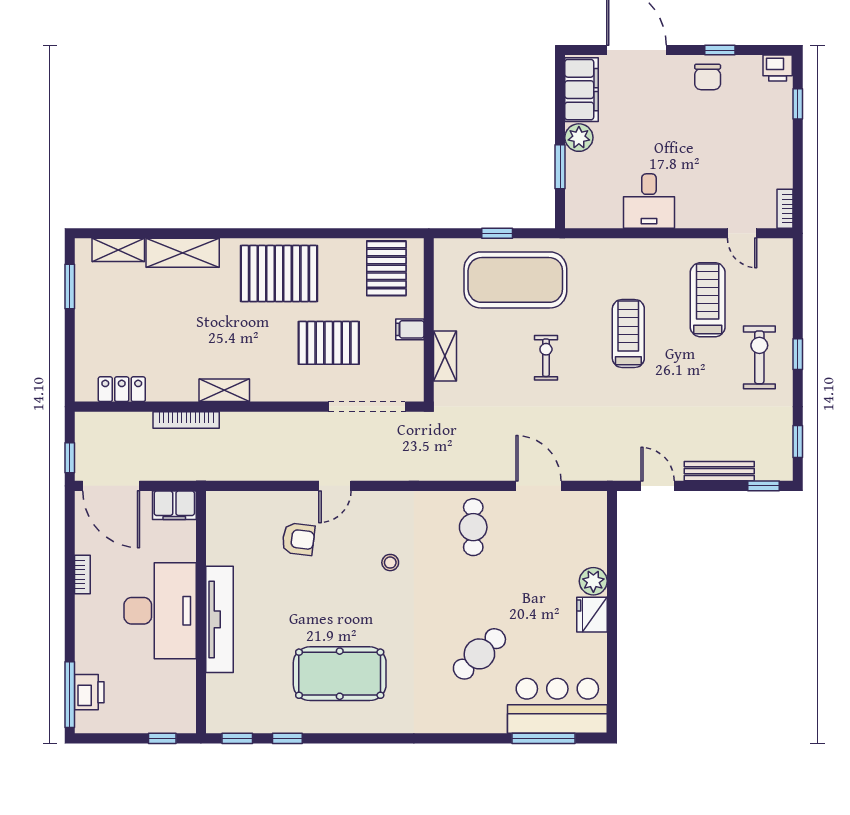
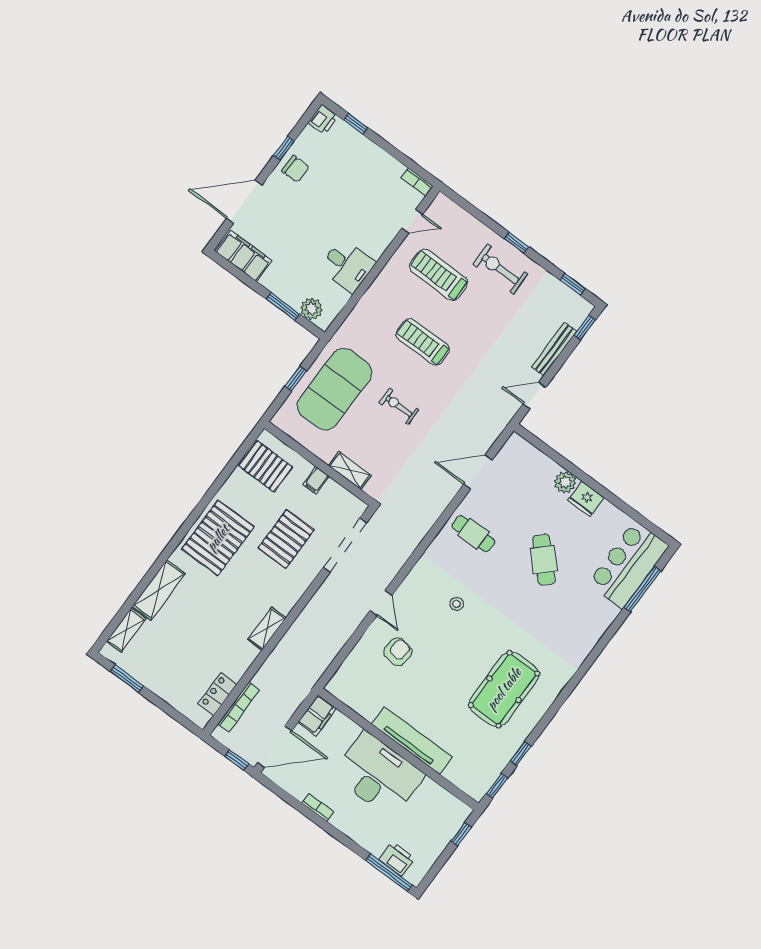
plant: (579, 138) -> (311, 309), moved
bookcase: (186, 420) -> (239, 707), moved
cafe table: (479, 654) -> (544, 560), moved

